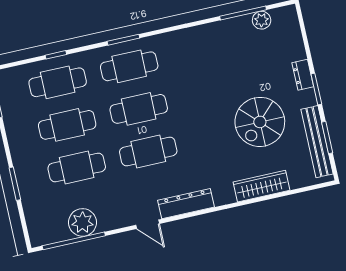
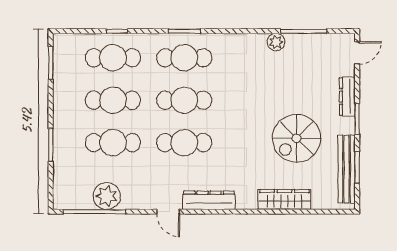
plant: (262, 20) -> (276, 42), moved
door: (301, 23) -> (357, 53), added
dresser: (303, 75) -> (347, 97), width x1.44

